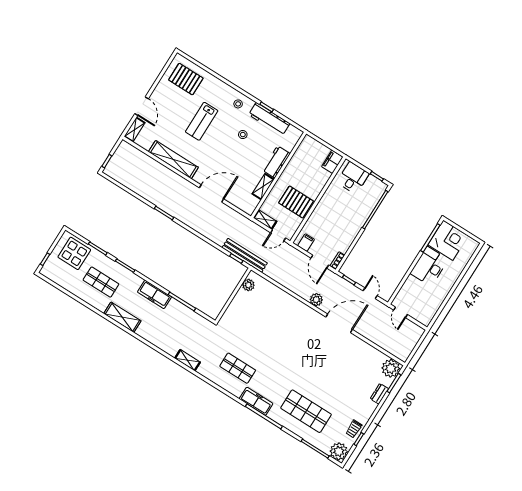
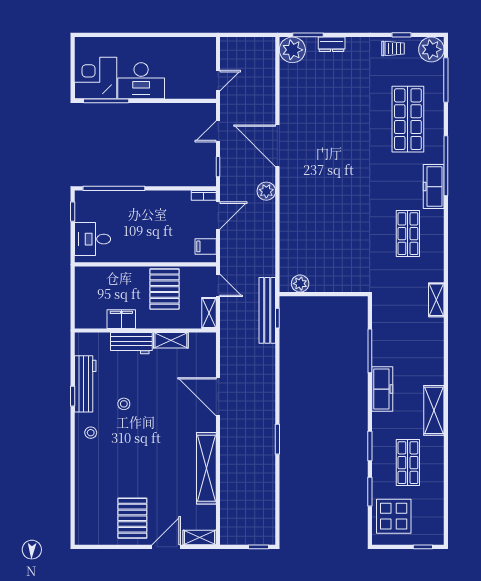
pallet: (186, 79) -> (132, 518), moved
lab bench: (202, 121) -> (139, 463), removed
filing cabinet: (332, 162) -> (121, 319), moved, turned 180

